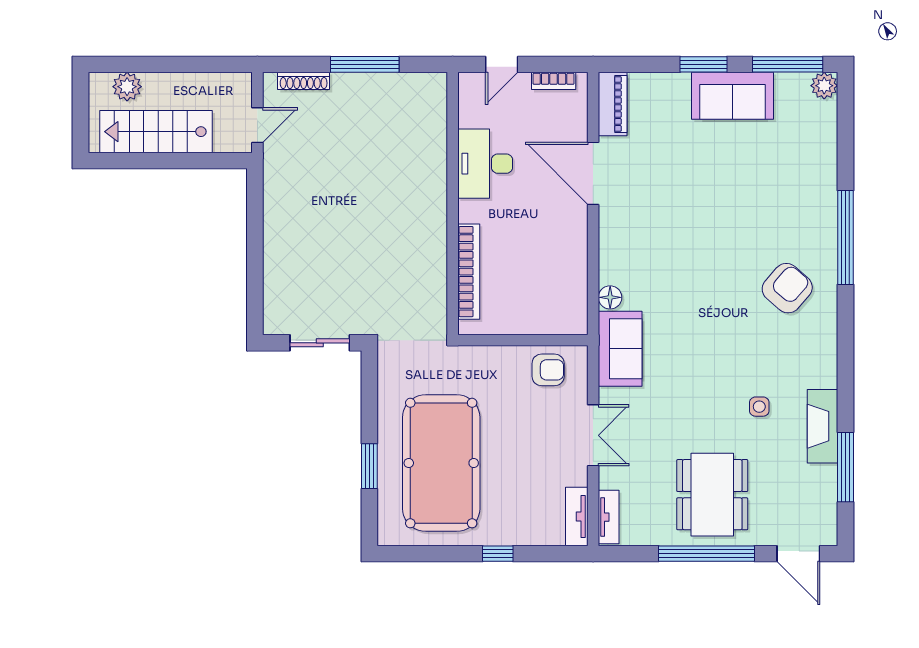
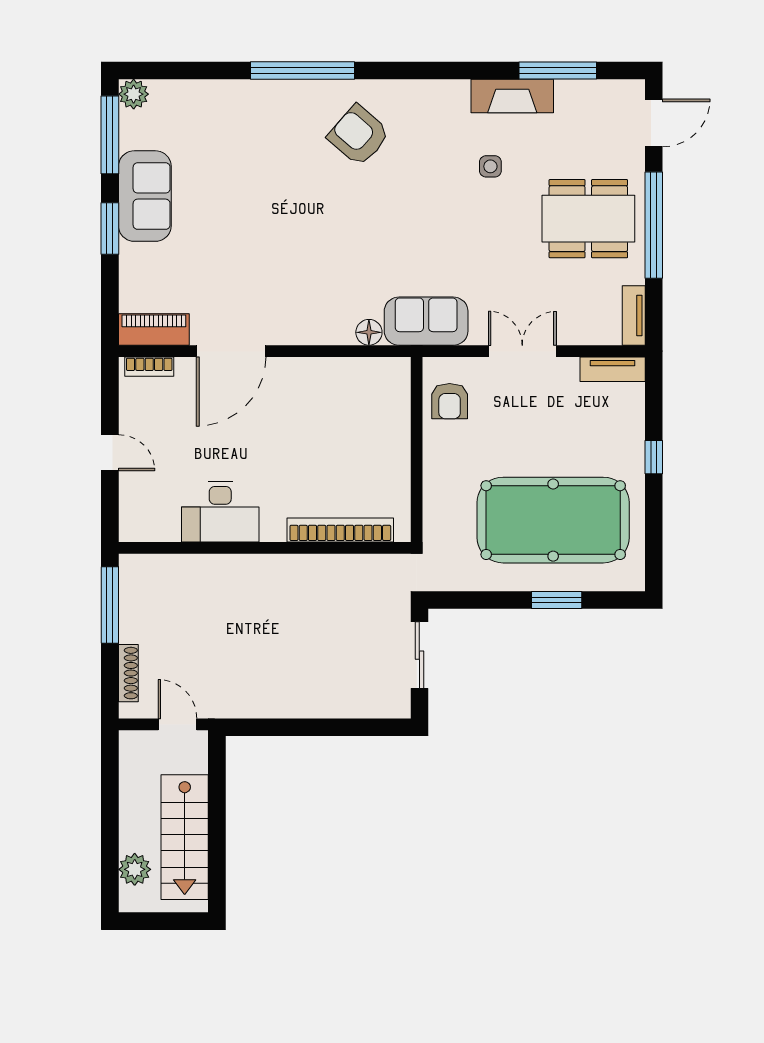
bookcase: (554, 81) -> (149, 367), moved, turned 90
desk: (485, 164) -> (220, 512), moved
wall: (453, 204) -> (265, 548), moved
bookcase: (469, 272) -> (340, 530), moved
armchair: (548, 370) -> (450, 401), turned 180
tv unit: (609, 517) -> (634, 315), moved, turned -90

